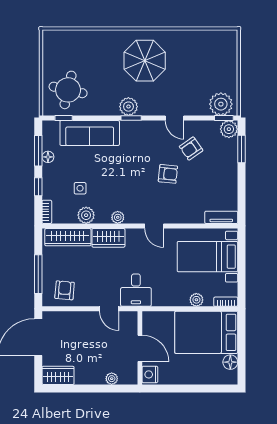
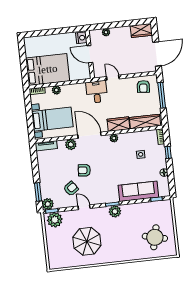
parasol: (145, 61) -> (87, 241), moved
round table: (68, 90) -> (155, 237), moved
window: (38, 151) -> (171, 176), removed
plant: (86, 215) -> (71, 144), moved
door: (154, 226) -> (89, 135), width x1.87
floor lamp: (230, 362) -> (30, 52), removed

